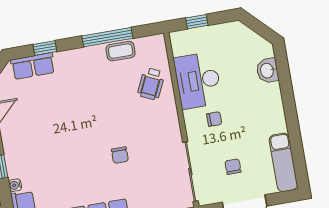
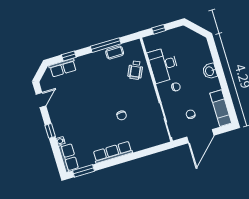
washbasin: (267, 71) -> (210, 71), moved

